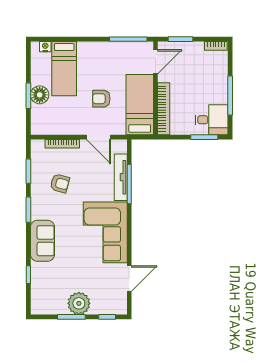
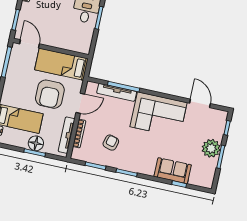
armchair: (101, 99) -> (50, 94), width x1.88, depth x1.88
bookcase: (164, 109) -> (69, 46), removed
tv unit: (57, 129) -> (67, 135), added
sofa: (42, 241) -> (173, 171), moved

